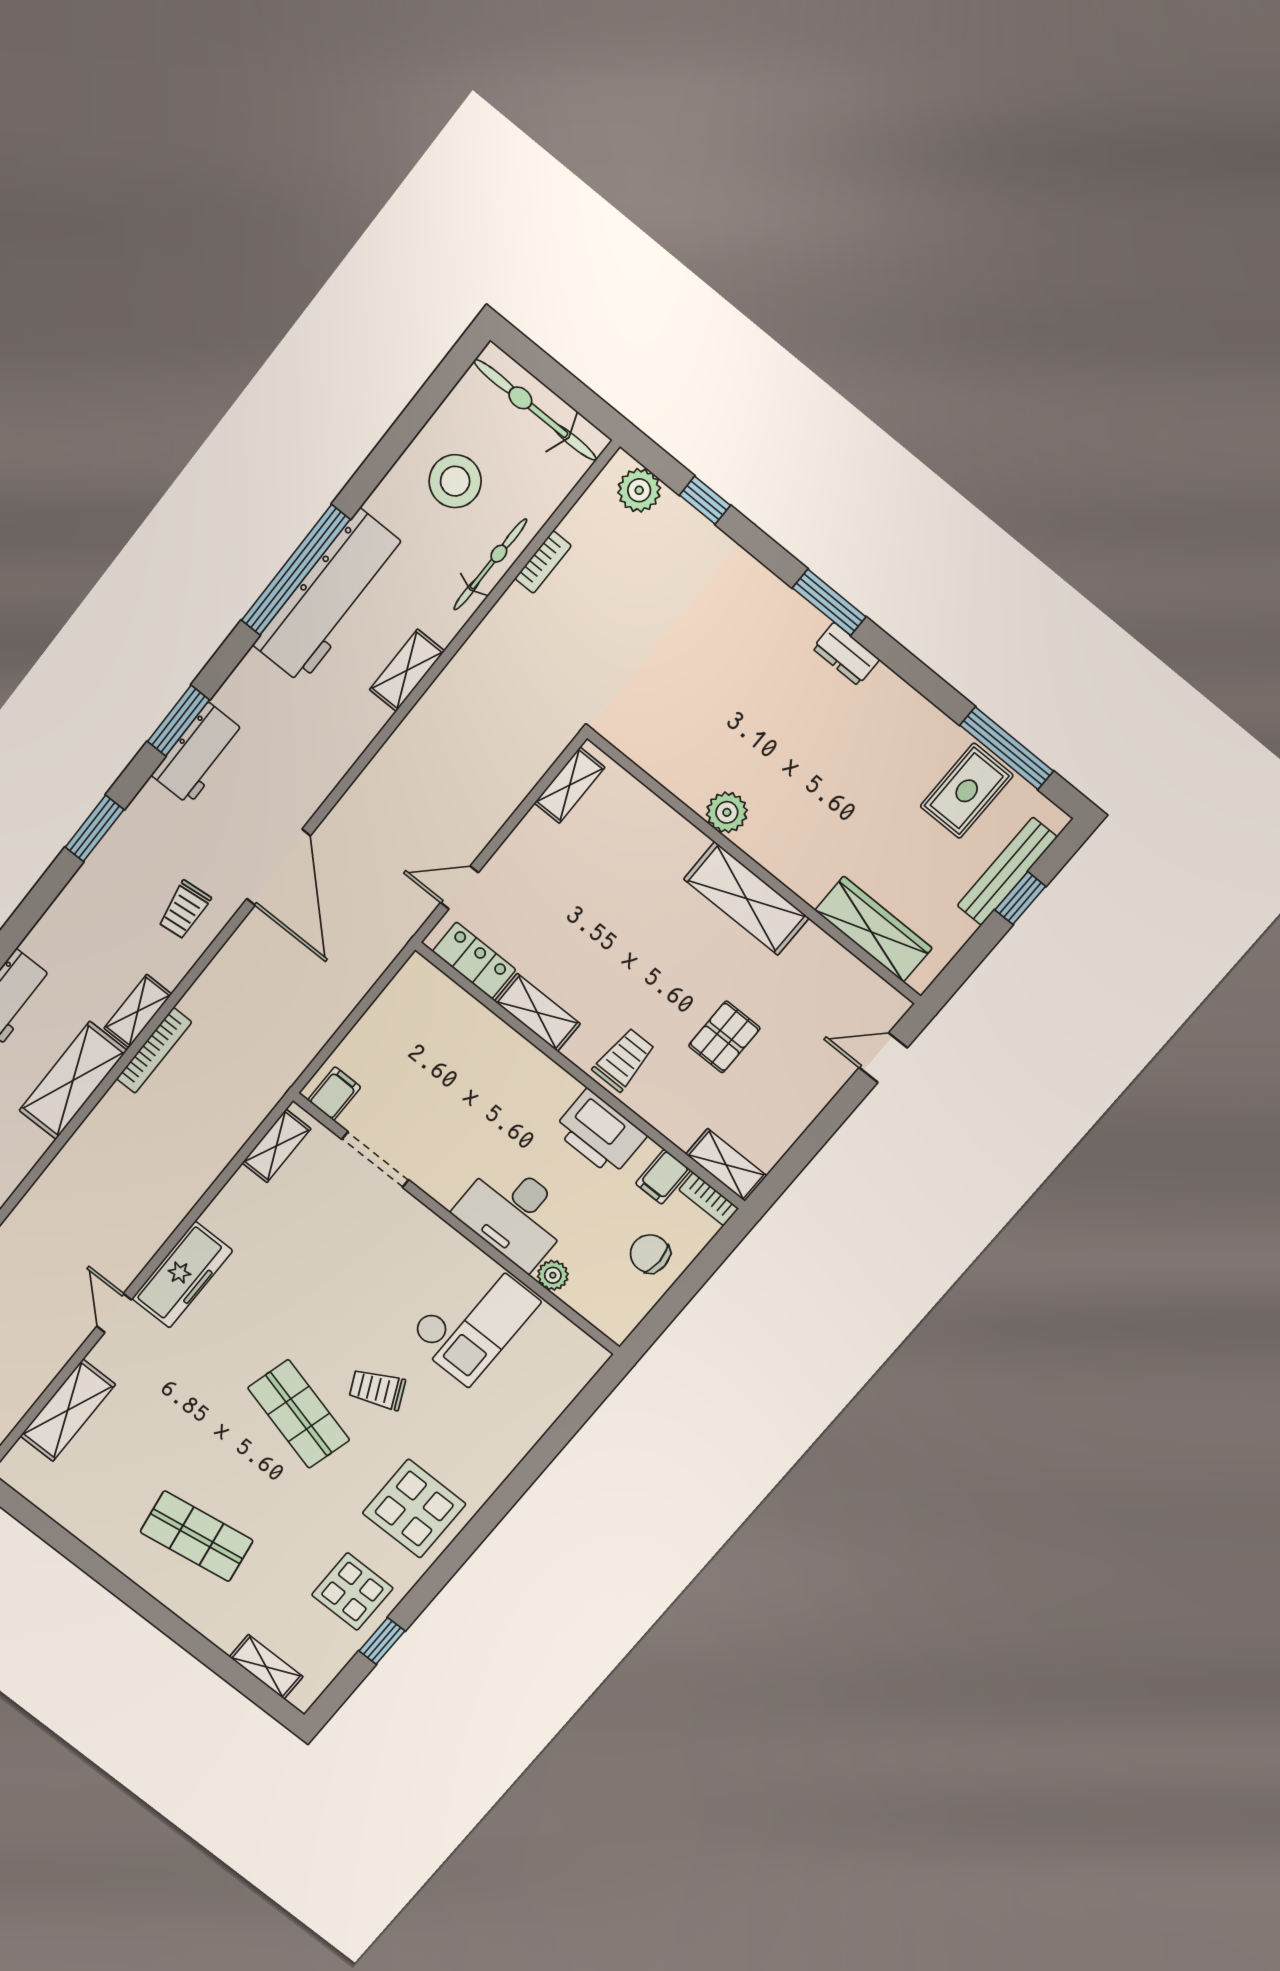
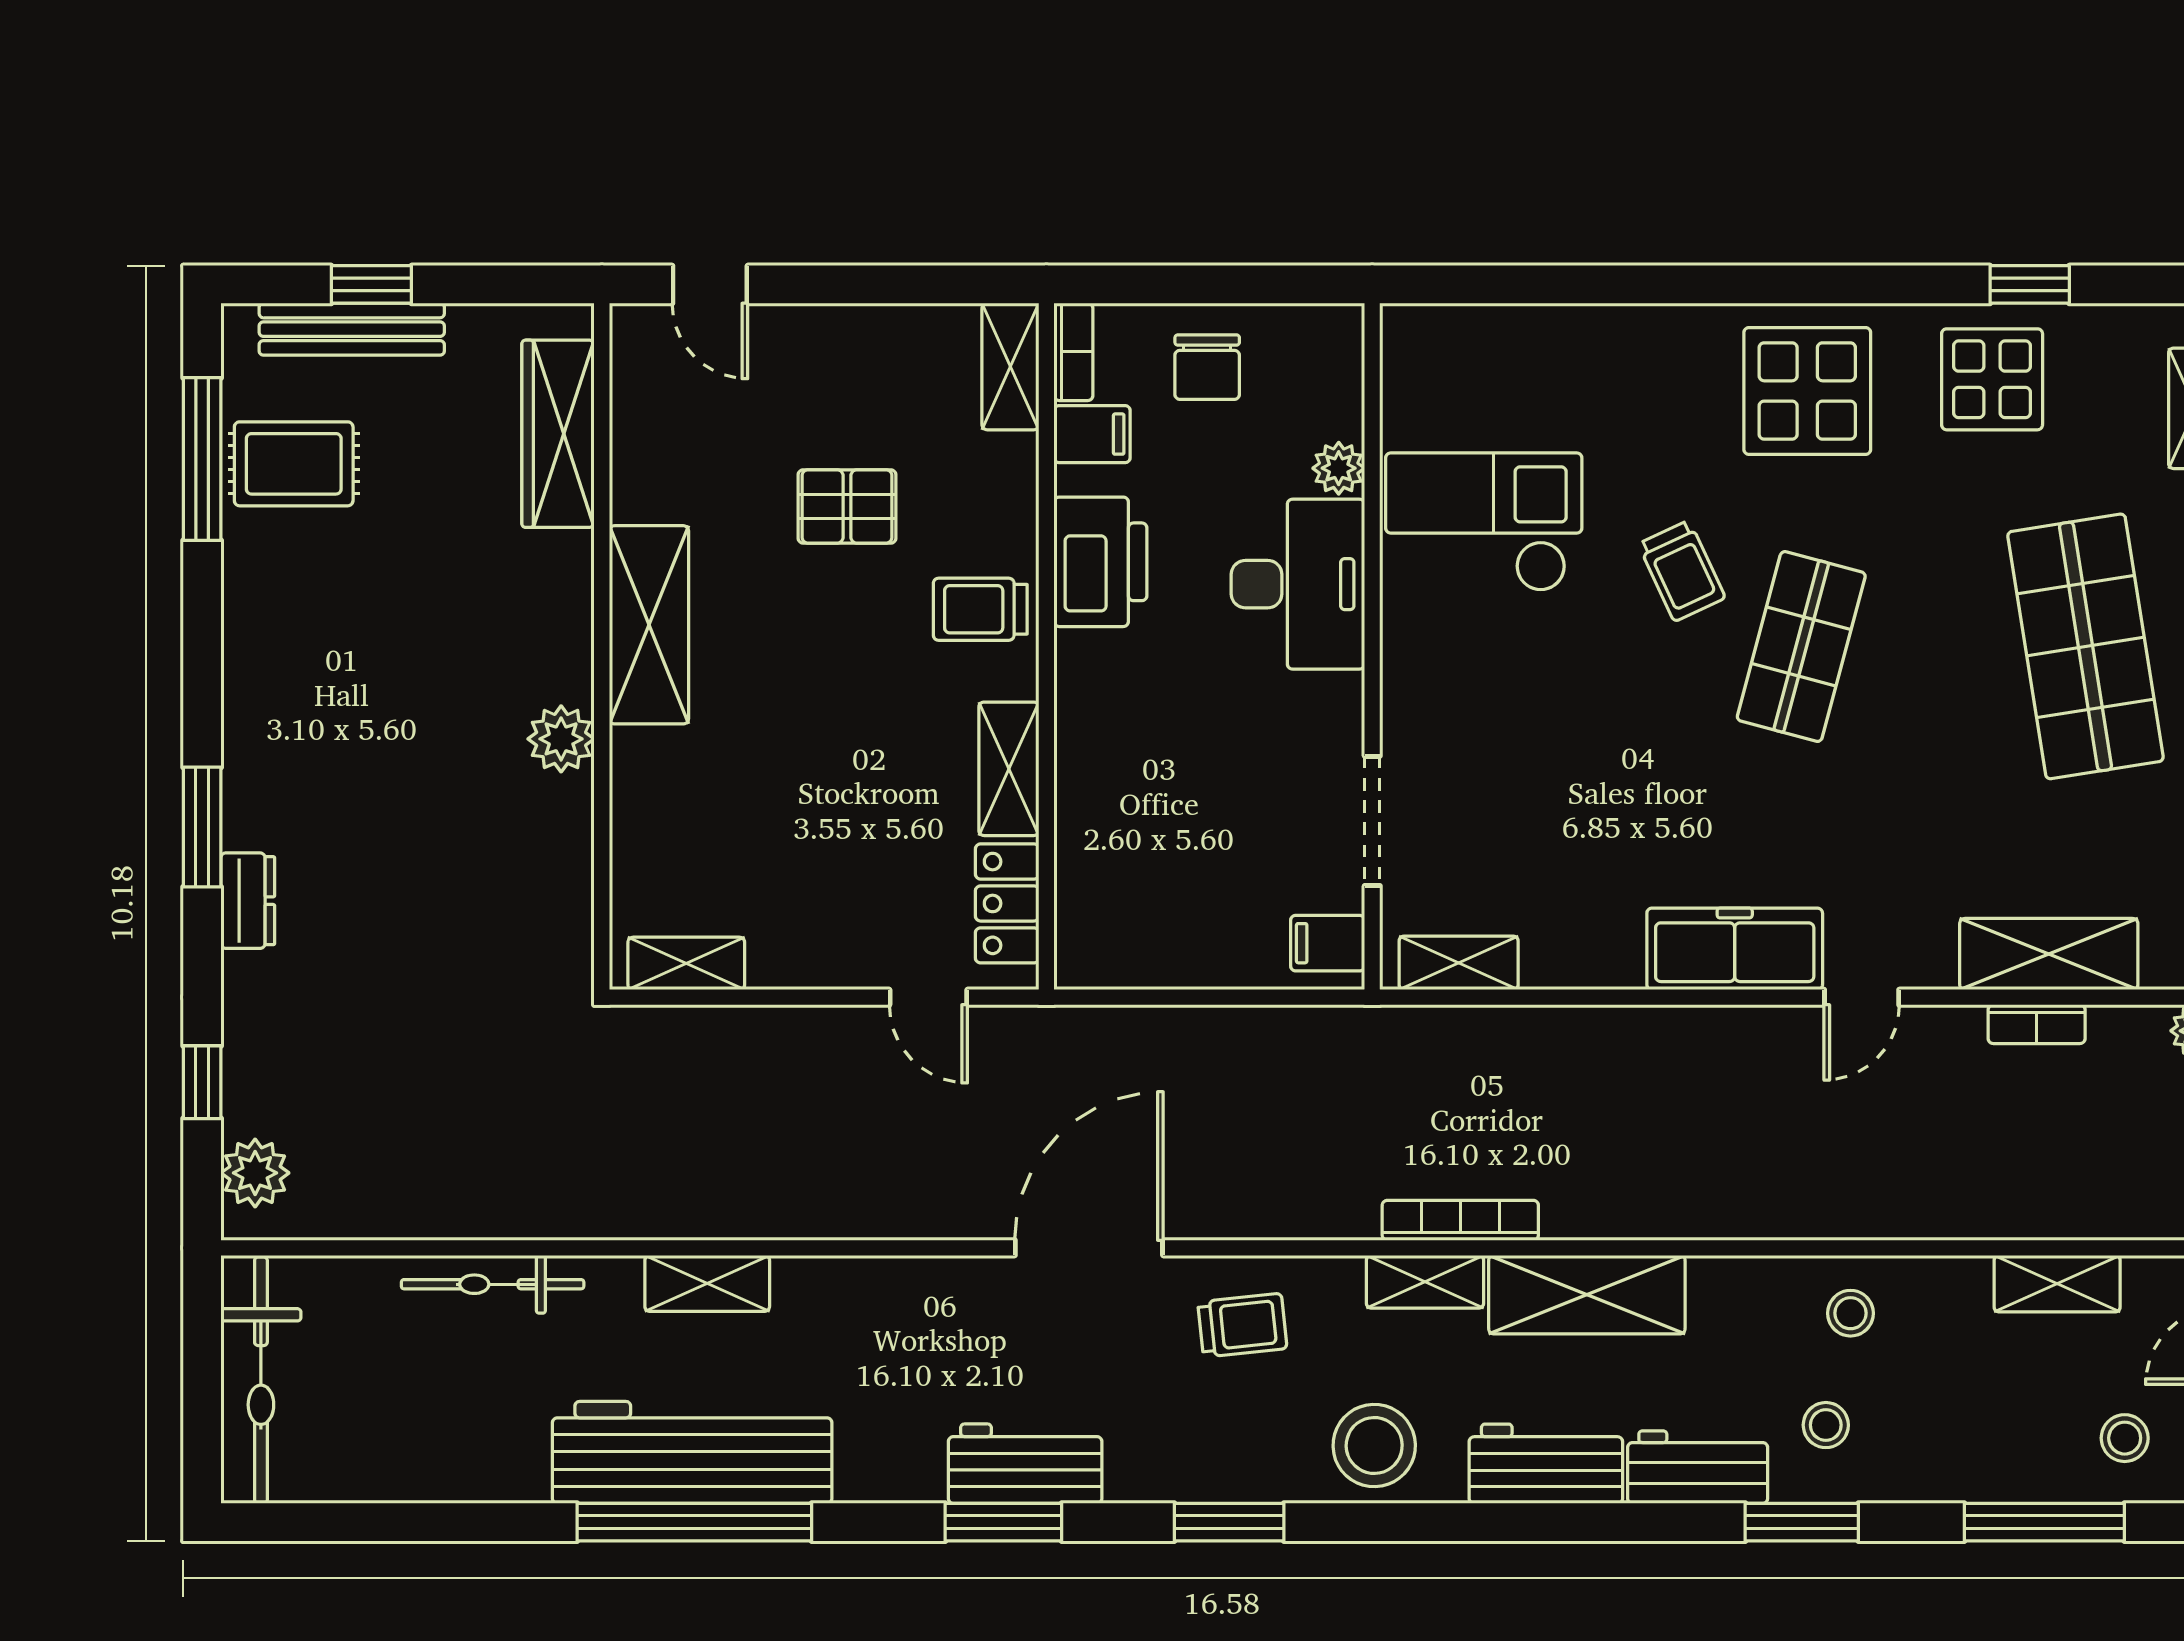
stool: (455, 481) -> (1374, 1446), moved
bookcase: (543, 562) -> (2037, 1024), moved, turned 180
dresser: (846, 654) -> (248, 901), moved
shop shelf: (197, 1536) -> (2086, 646), width x1.43, depth x1.36

